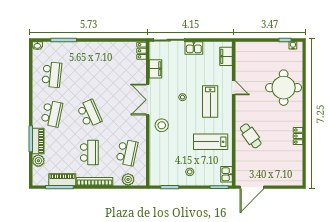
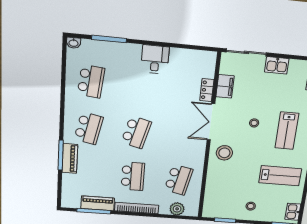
locker: (142, 51) -> (207, 90), moved
desk: (99, 52) -> (155, 59), added
school desk: (89, 114) -> (136, 132), turned 39
lab bench: (211, 142) -> (280, 176), turned 180
plant: (38, 161) -> (69, 181), removed

